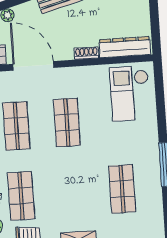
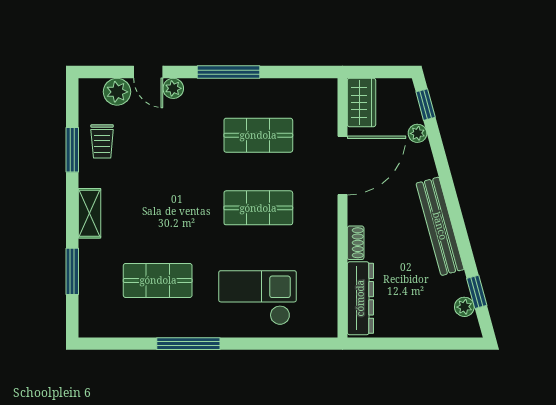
checkout: (130, 93) -> (257, 298), moved
shop shelf: (21, 196) -> (158, 135), removed

